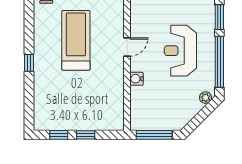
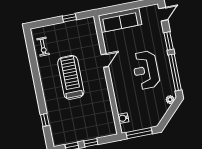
door: (127, 47) -> (105, 61), moved
window: (29, 63) -> (45, 120), moved
water cooler: (136, 79) -> (123, 118), moved

